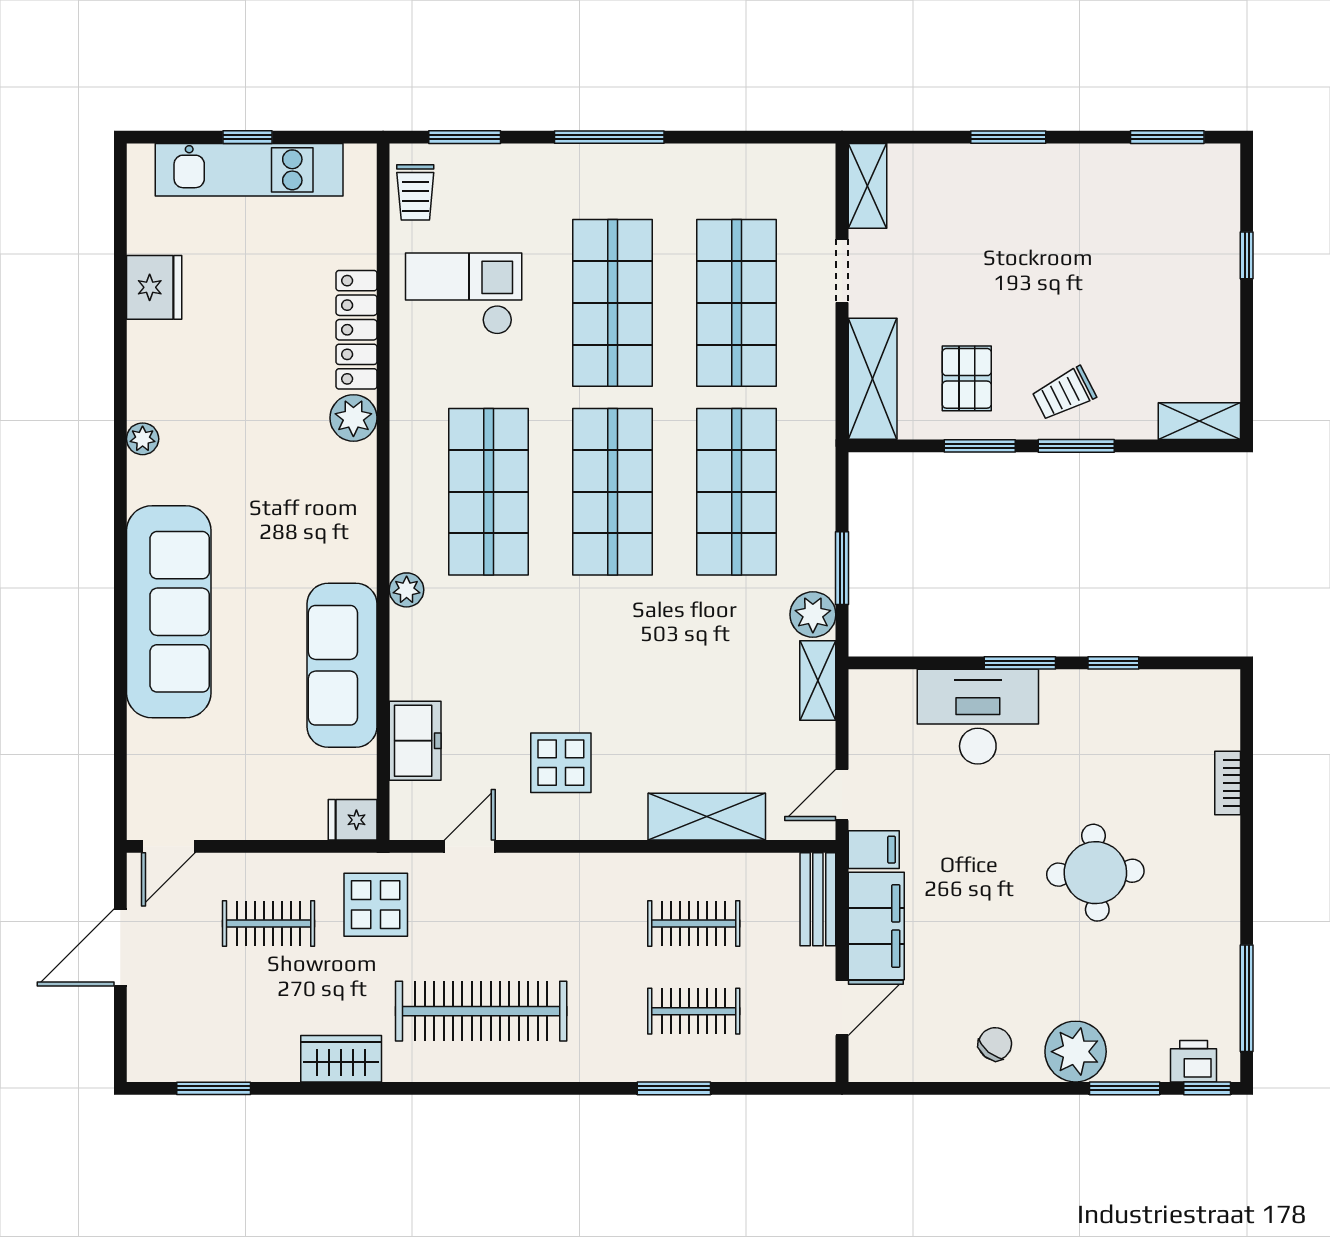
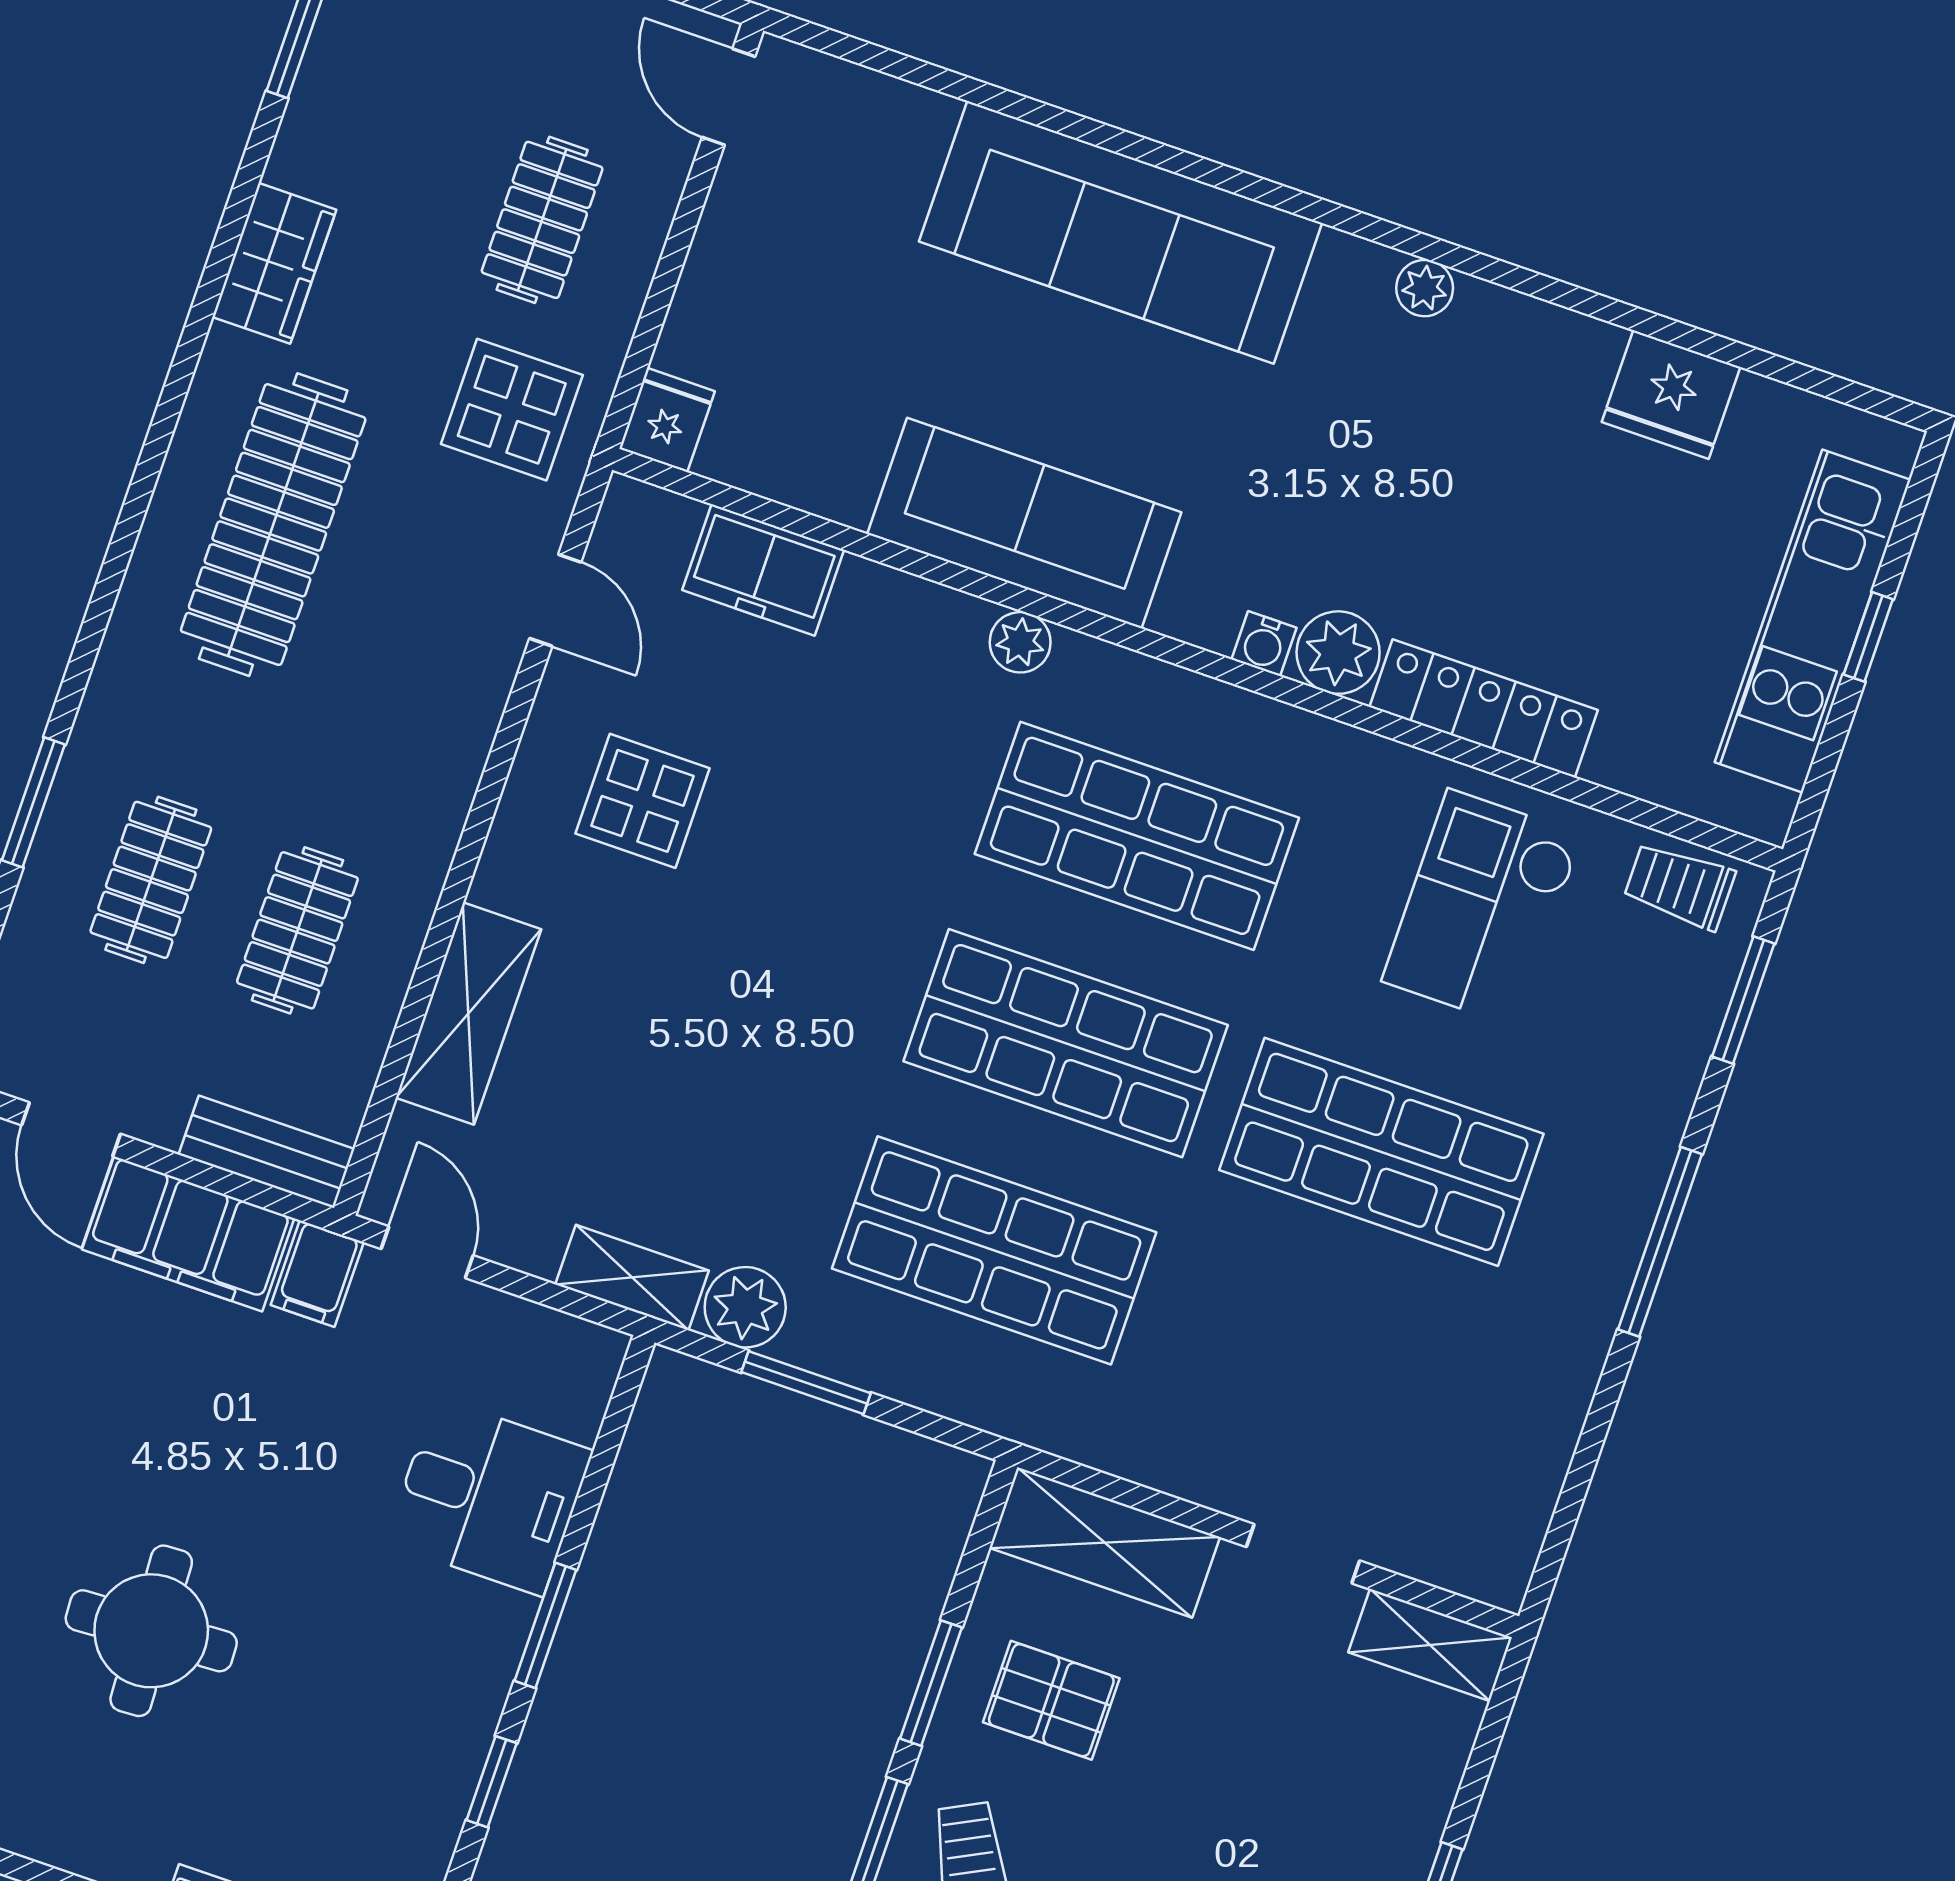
checkout: (464, 294) -> (1482, 908), turned 180
shop shelf: (737, 303) -> (1310, 1359), removed
water cooler: (362, 459) -> (1264, 644), added
sofa: (342, 665) -> (1024, 523), moved
desk: (978, 717) -> (489, 1497), width x0.73

